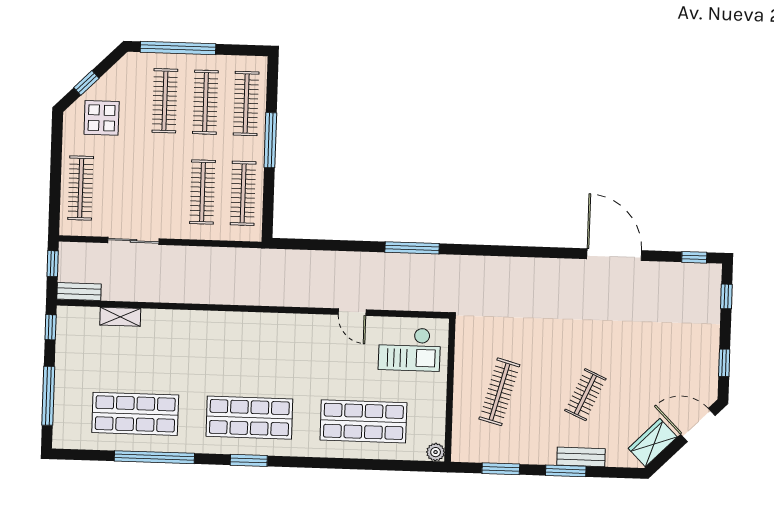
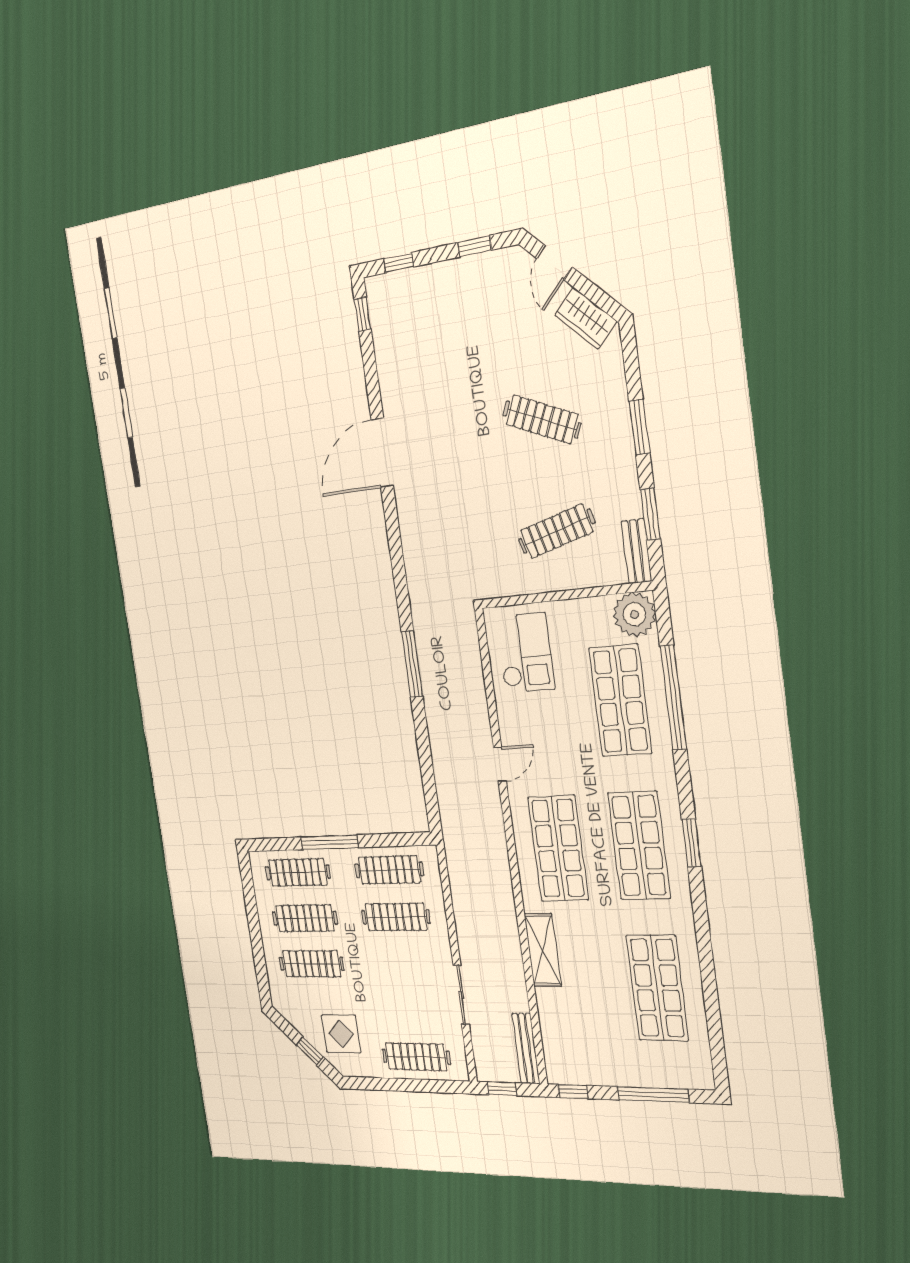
window: (178, 48) -> (258, 951), removed
door: (614, 255) -> (382, 453), moved
bench: (79, 292) -> (526, 1049), width x1.36
door: (352, 312) -> (500, 764), moved
shelving: (120, 317) -> (543, 950), moved, width x1.50, depth x1.33
shop shelf: (252, 349) -> (558, 848), added
clothes rail: (499, 392) -> (557, 531), turned -30
clothes rail: (585, 395) -> (542, 419), width x1.36
door: (698, 425) -> (554, 263), width x0.73
plant: (436, 452) -> (634, 614), width x1.88, depth x1.88
window: (154, 457) -> (673, 698), moved
bench: (581, 457) -> (636, 551), moved

